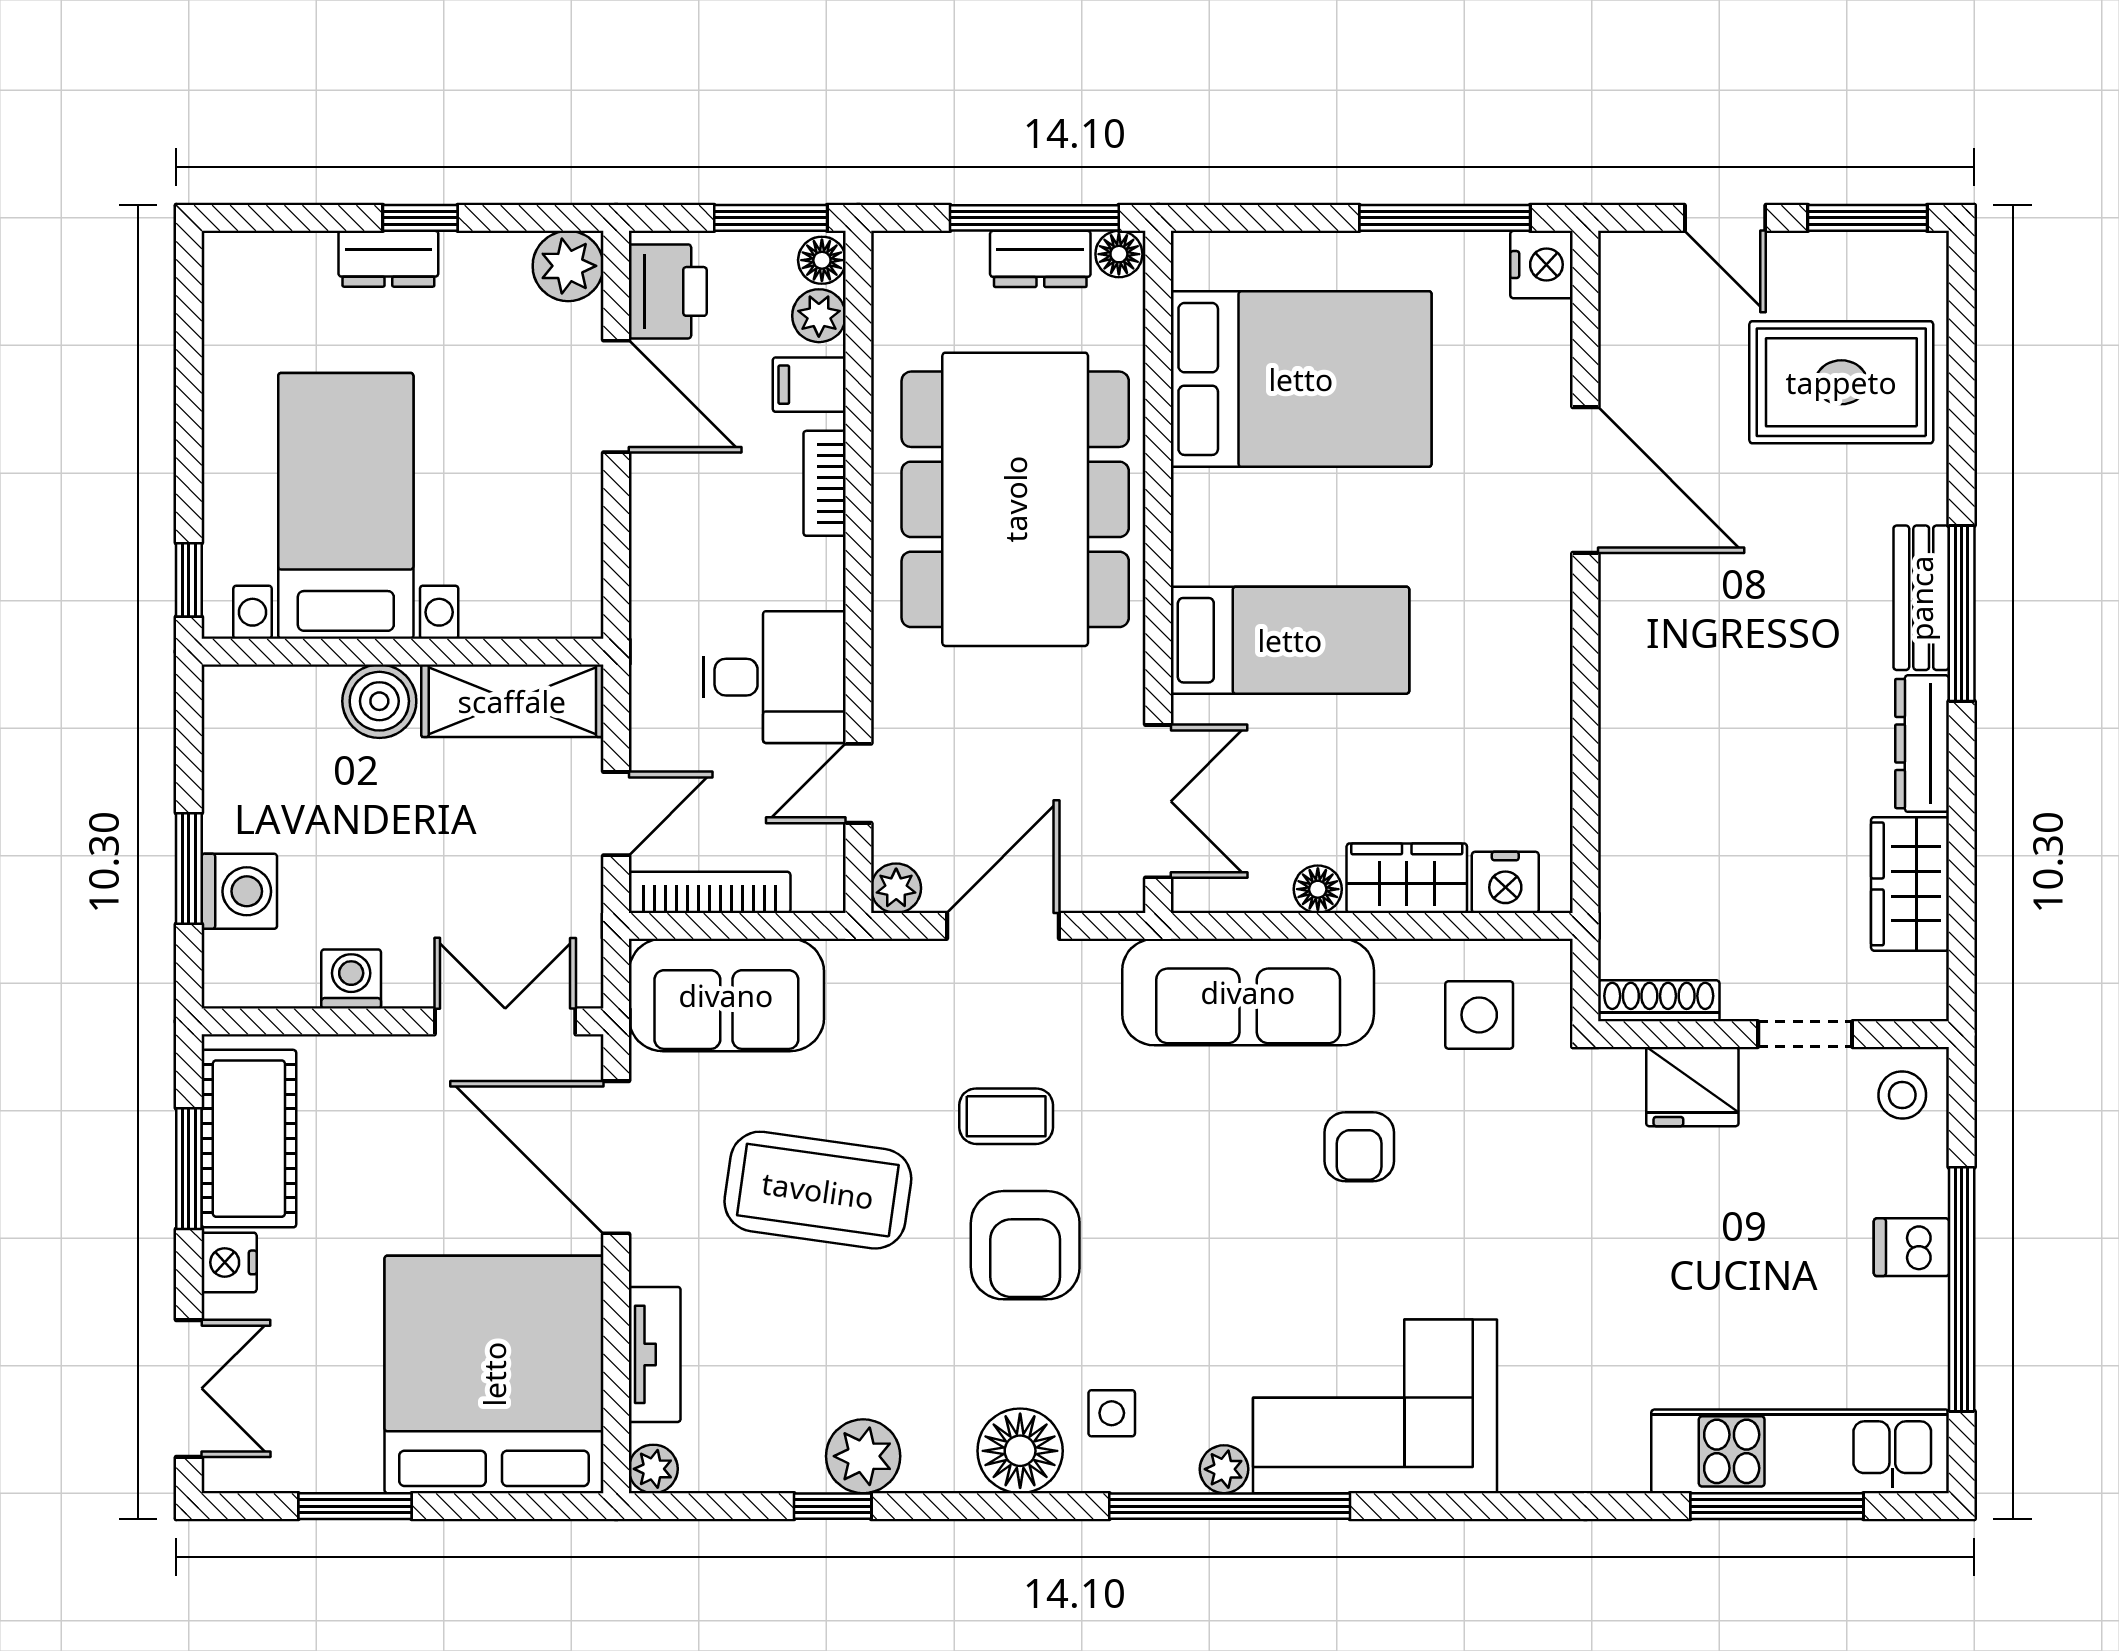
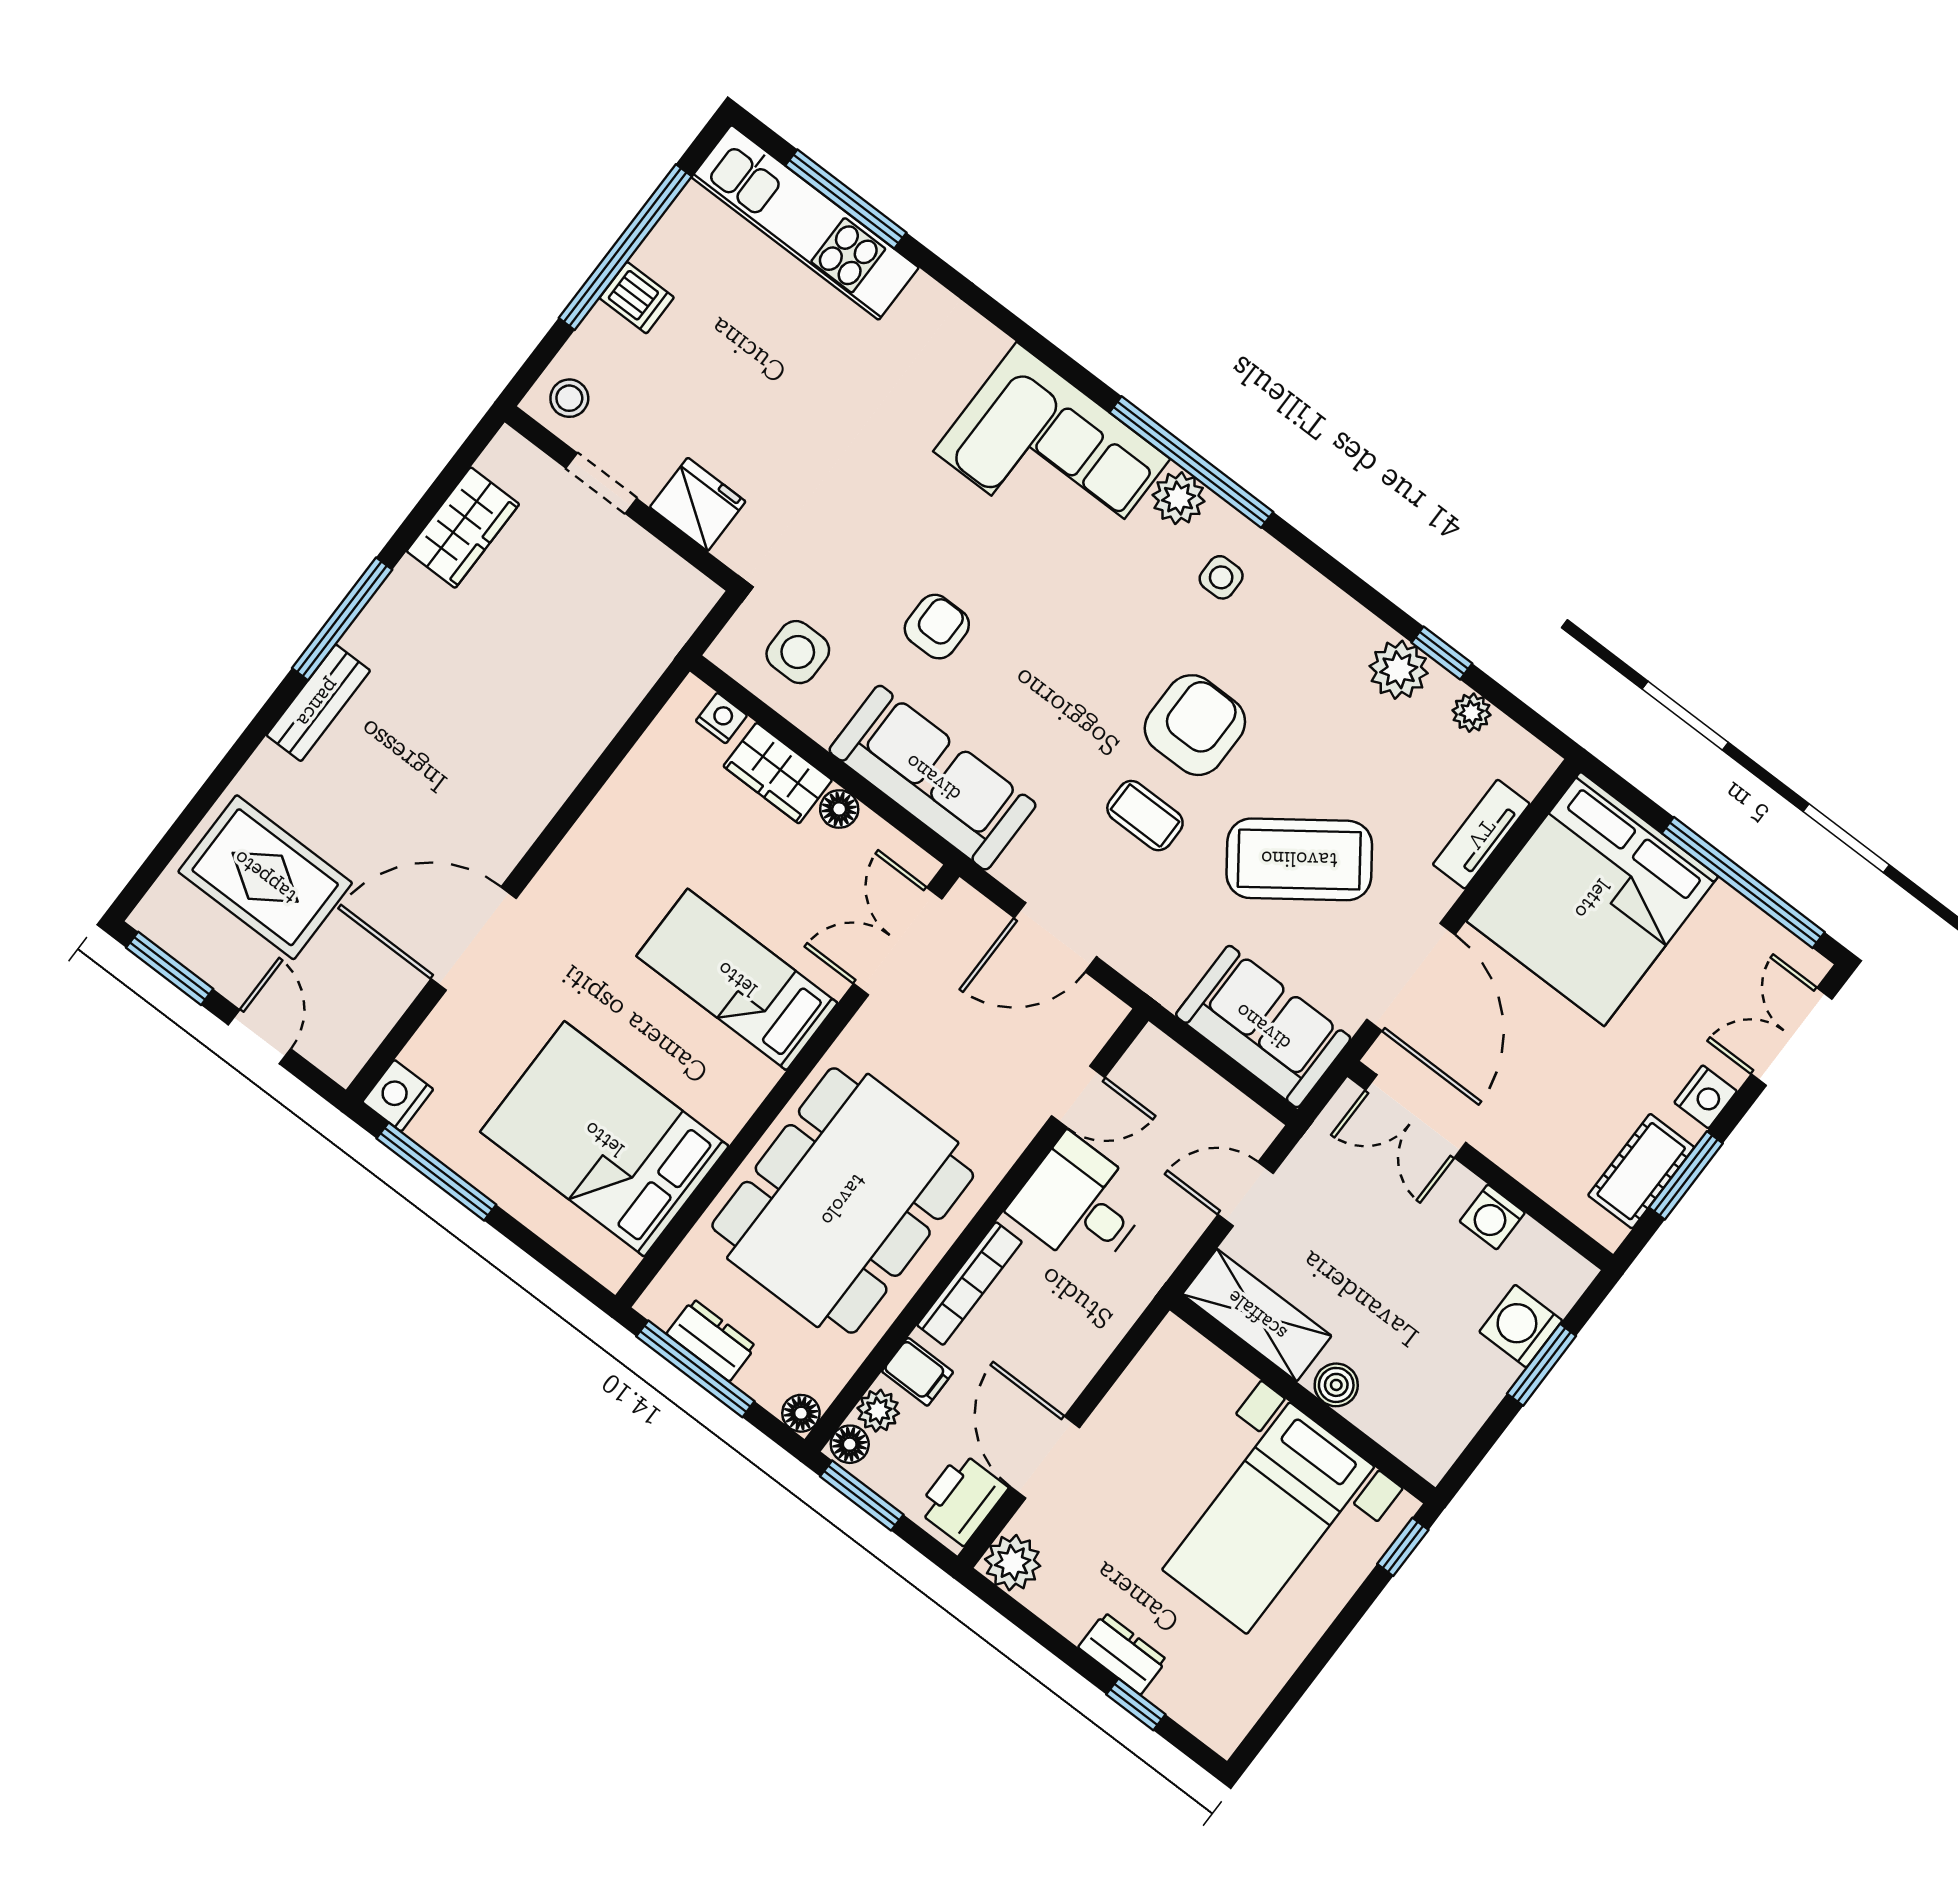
window: (420, 218) -> (1136, 1704), moved
floor lamp: (1119, 254) -> (801, 1413), moved
door: (1585, 480) -> (474, 939), hinge flipped
bookcase: (825, 483) -> (969, 1284), width x1.56
window: (1962, 613) -> (342, 619), moved
boiler: (379, 701) -> (1336, 1385), width x0.73, depth x0.73
dresser: (1922, 744) -> (388, 610), removed
nightstand: (1505, 882) -> (721, 718), width x0.72, depth x0.74
plant: (896, 888) -> (1105, 1012), removed
bookcase: (710, 892) -> (1224, 1099), removed
shoe rack: (1659, 1001) -> (678, 575), removed
cot: (249, 1139) -> (1641, 1171), width x0.73, depth x0.75
coffee table: (818, 1190) -> (1299, 859), turned -44
floor lamp: (1020, 1451) -> (1297, 598), removed
plant: (653, 1469) -> (1472, 713), moved
plant: (1224, 1469) -> (1179, 498), width x1.38, depth x1.38
window: (355, 1506) -> (1743, 883), width x2.11

